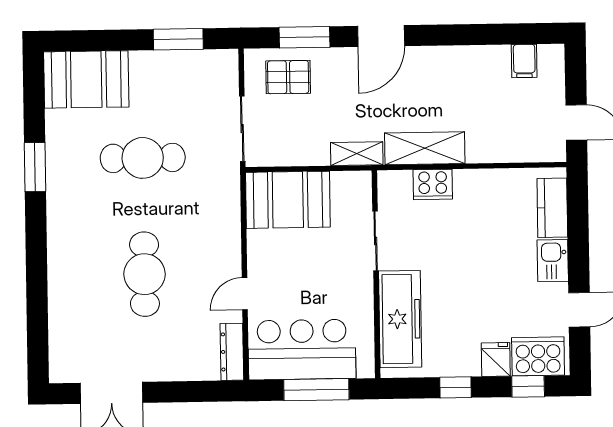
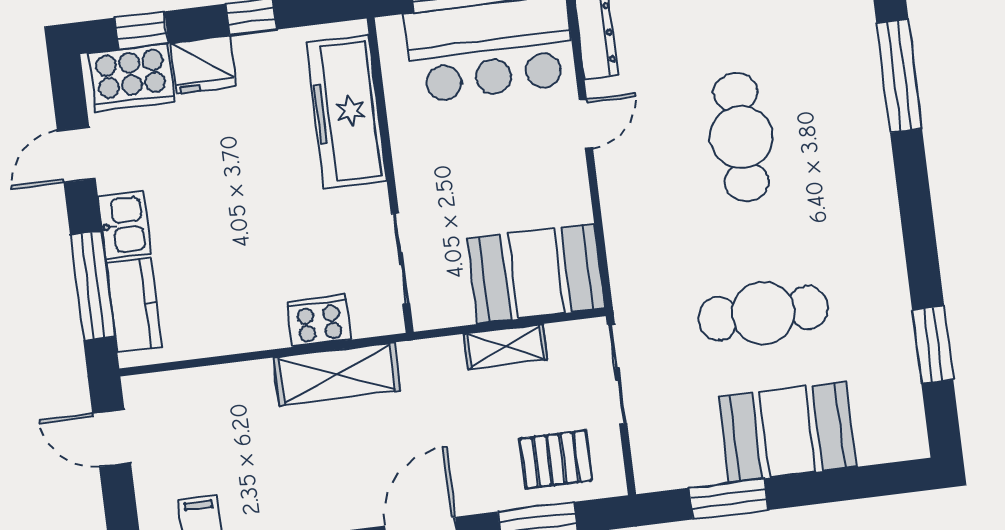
booth: (86, 79) -> (787, 432), moved
shelving: (357, 154) -> (506, 346), moved
window: (35, 167) -> (933, 345), moved
window: (578, 223) -> (93, 286), added
sliding door: (376, 241) -> (401, 259), moved
window: (37, 303) -> (899, 76), added
fridge: (496, 359) -> (203, 65), width x1.38

